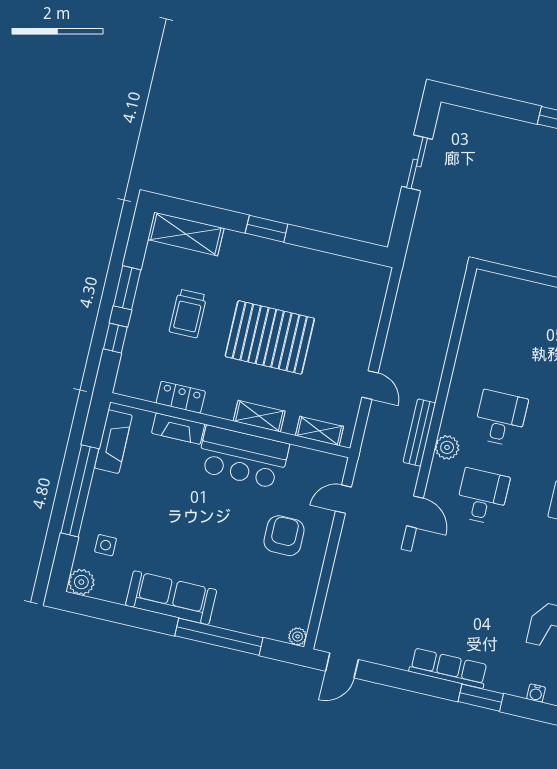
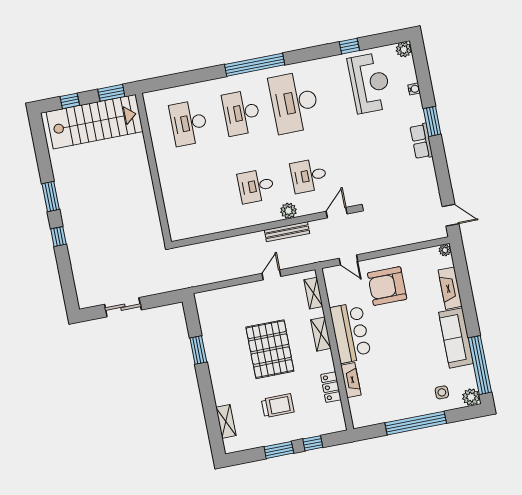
window: (267, 229) -> (198, 350), moved
shelving: (186, 234) -> (226, 421), width x0.67, depth x0.75
fireplace: (113, 442) -> (450, 288), moved, turned -90
armchair: (284, 536) -> (387, 286), width x1.36, depth x1.36
window: (219, 637) -> (480, 365), moved
row of seats: (448, 668) -> (421, 141), width x0.68

